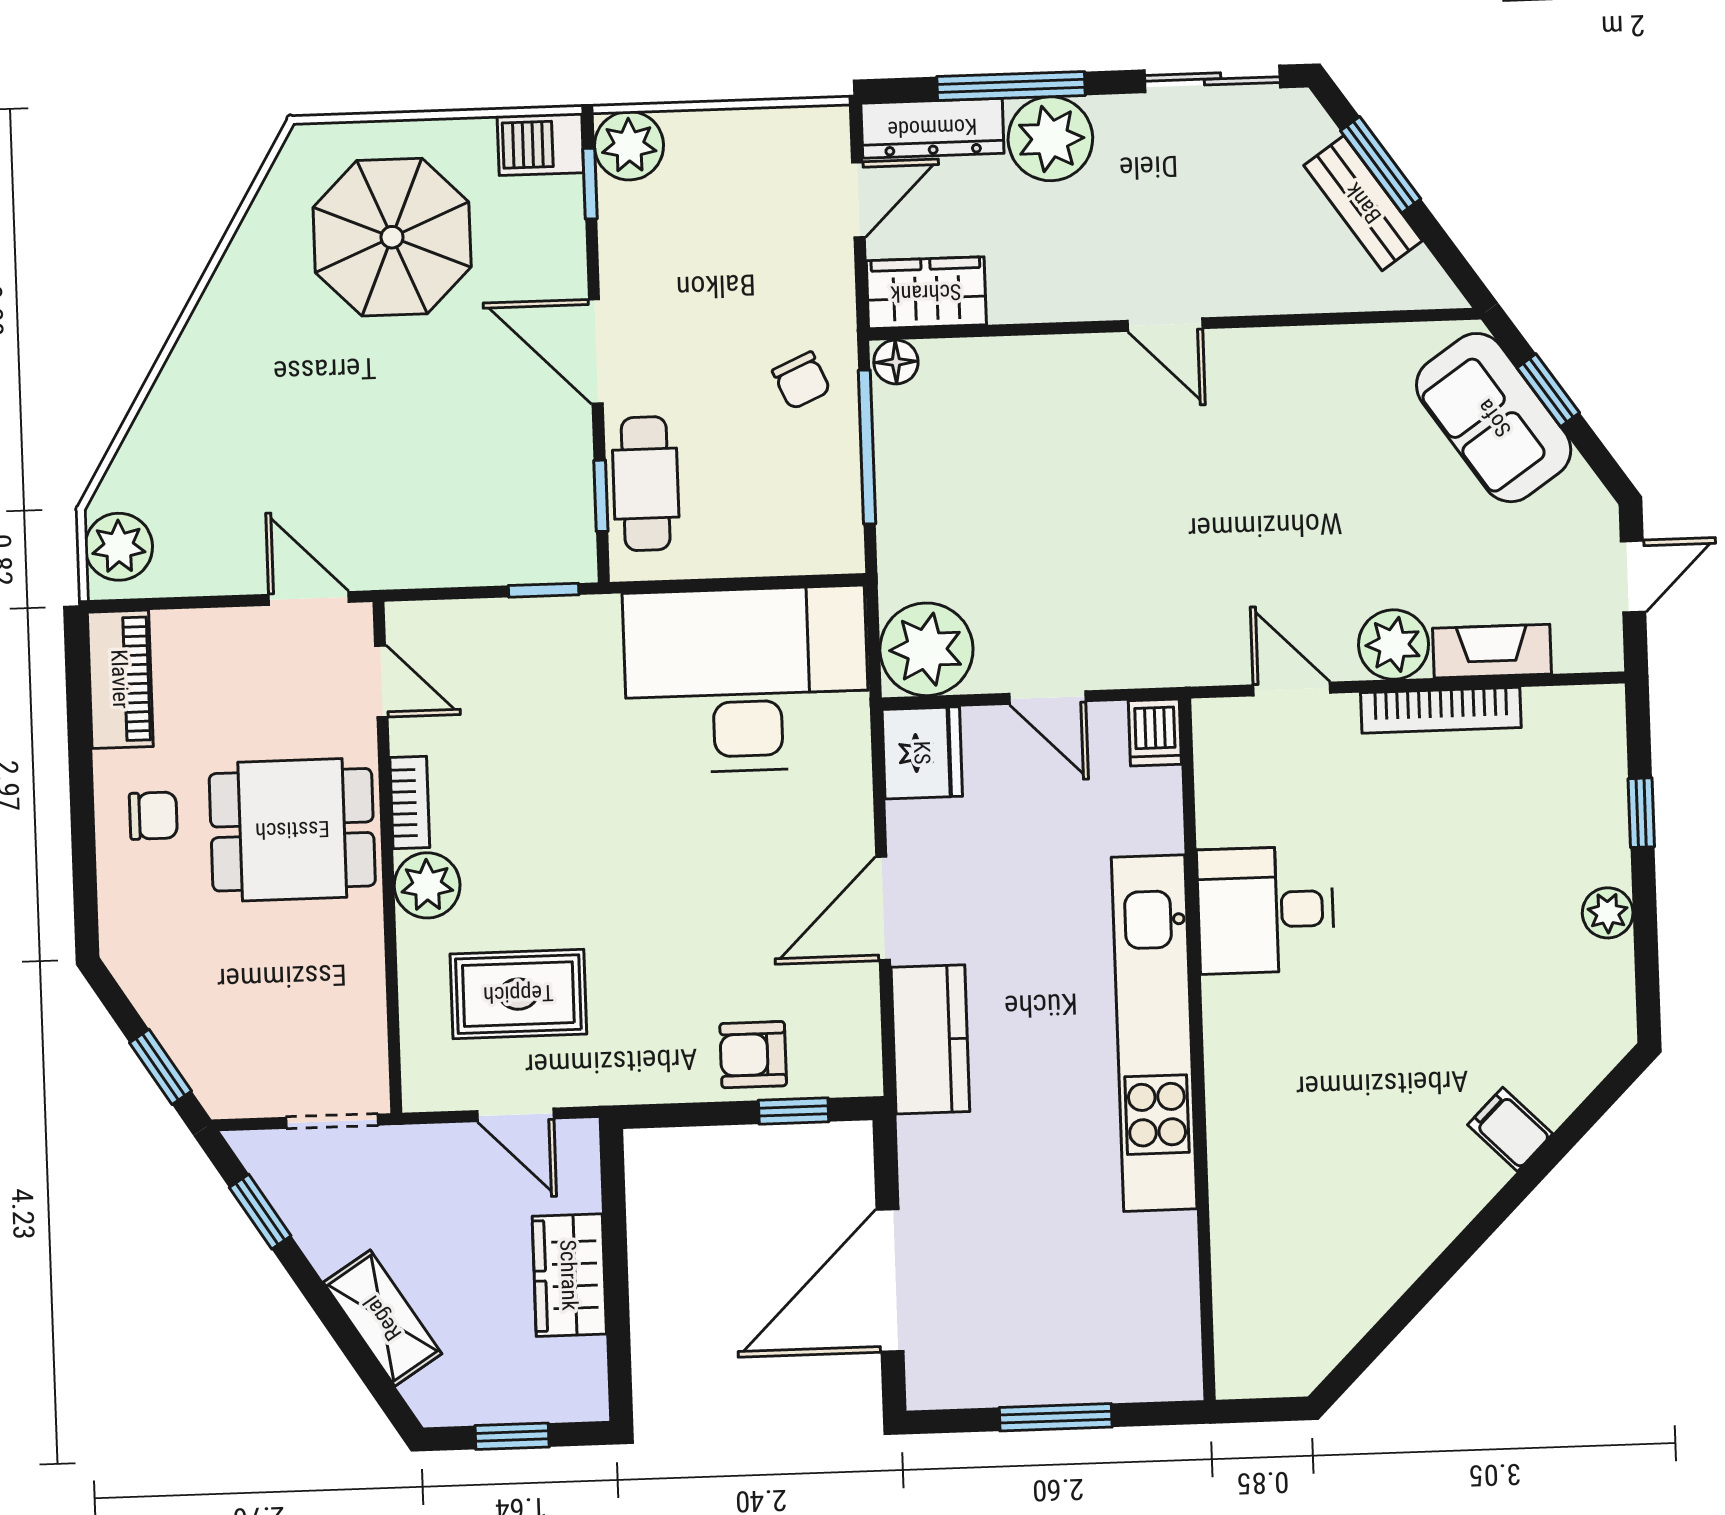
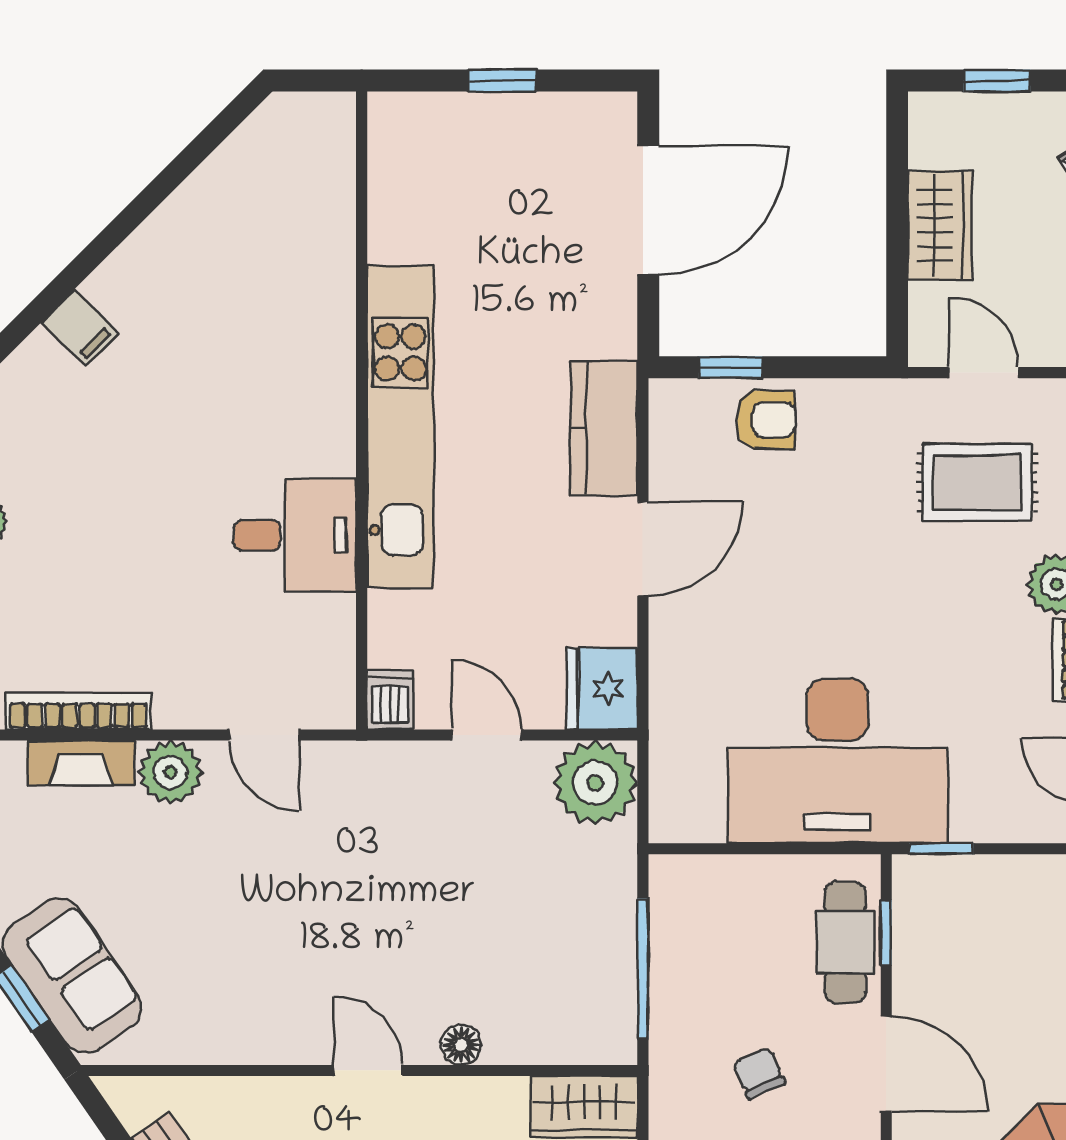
floor lamp: (896, 362) -> (461, 1045), moved
chair: (801, 381) -> (759, 1073), moved
desk: (746, 680) -> (837, 761), moved
bookcase: (1441, 710) -> (78, 711), moved
window: (1056, 1417) -> (502, 81), width x0.67

